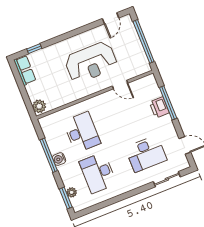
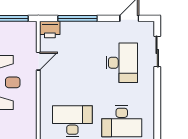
printer: (159, 107) -> (50, 30), moved

